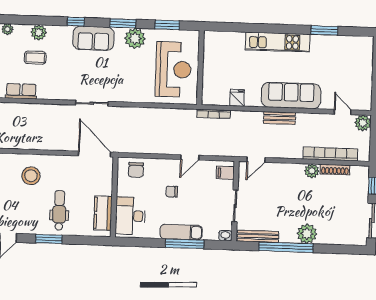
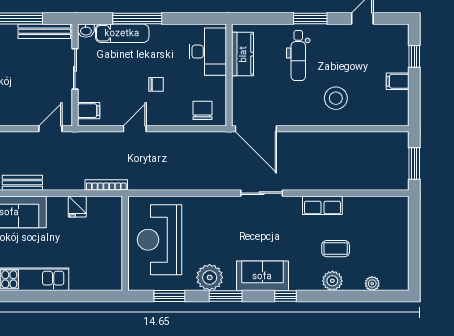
row of seats: (21, 91) -> (322, 205), moved
exam couch: (181, 232) -> (122, 33), moved

